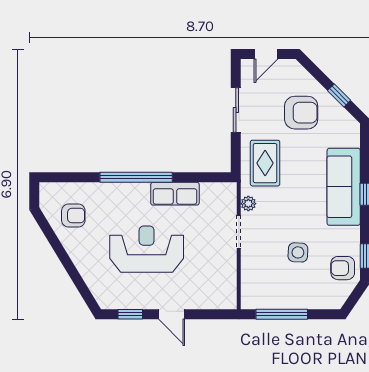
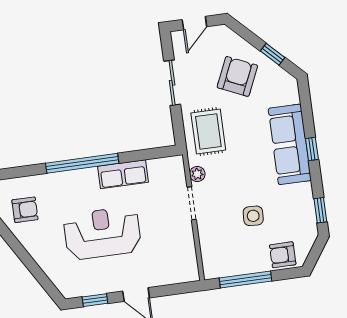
armchair: (301, 113) -> (237, 76), turned -66
armchair: (343, 268) -> (283, 255), moved

